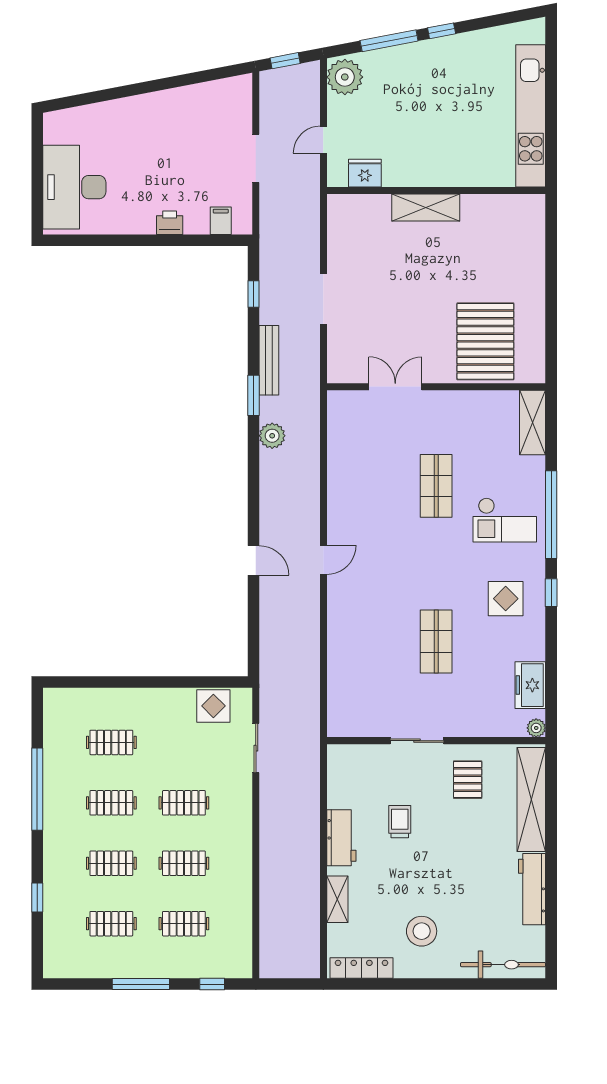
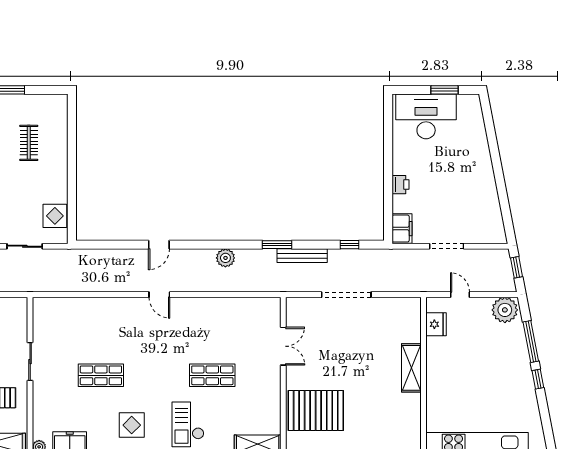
window: (37, 161) -> (445, 90), added
filing cabinet: (221, 221) -> (402, 229), width x2.00
doorway: (323, 299) -> (346, 295), width x1.36
plant: (272, 436) -> (225, 258), moved

